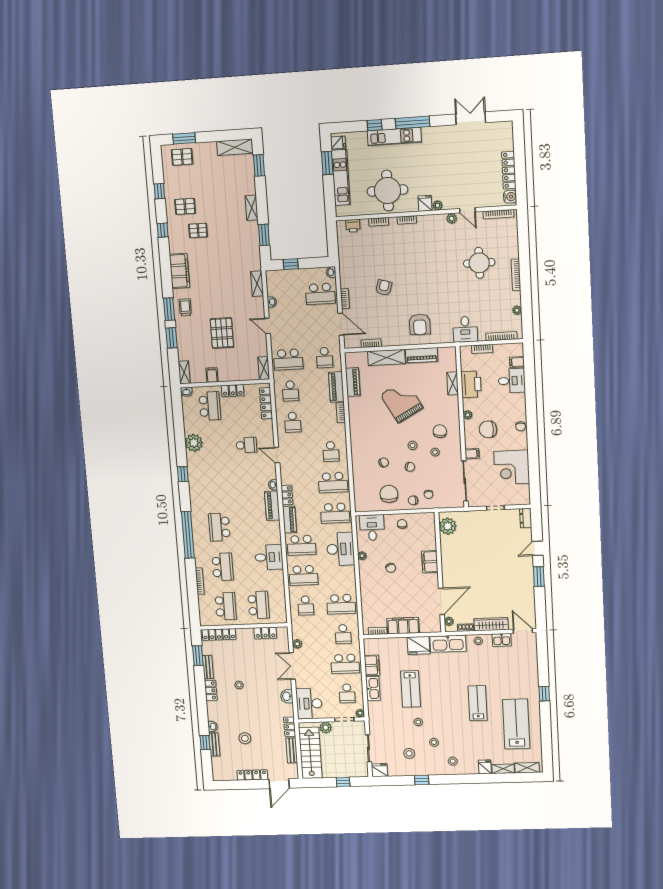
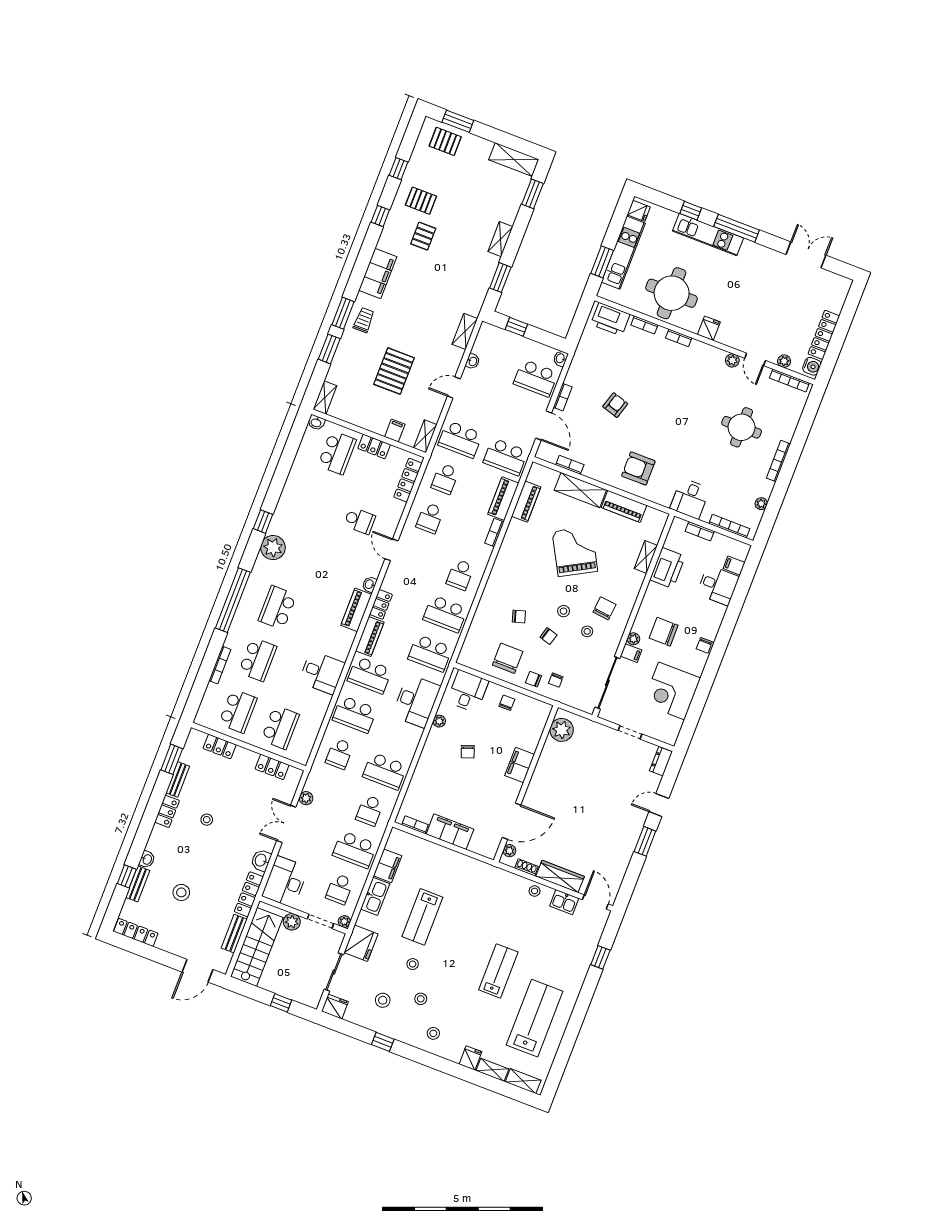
window: (327, 163) -> (602, 262), moved
plant: (438, 205) -> (784, 361), moved
printer: (353, 226) -> (610, 319), width x1.87, depth x1.48
pallet: (198, 230) -> (423, 236), turned 90
armchair: (420, 324) -> (638, 468), turned 90
door: (268, 326) -> (454, 387), hinge flipped
school desk: (325, 358) -> (505, 457), width x1.85
filing cabinet: (212, 375) -> (395, 431), moved
plant: (468, 415) -> (633, 639), moved
plant: (194, 443) -> (273, 548), moved
locker: (219, 634) -> (220, 746), width x0.66
kitchen sink: (448, 644) -> (496, 879), removed
fridge: (418, 645) -> (361, 943), moved, turned -90
window: (544, 694) -> (600, 957), moved
locker: (290, 727) -> (249, 894), width x1.53
locker: (252, 775) -> (136, 932), moved

